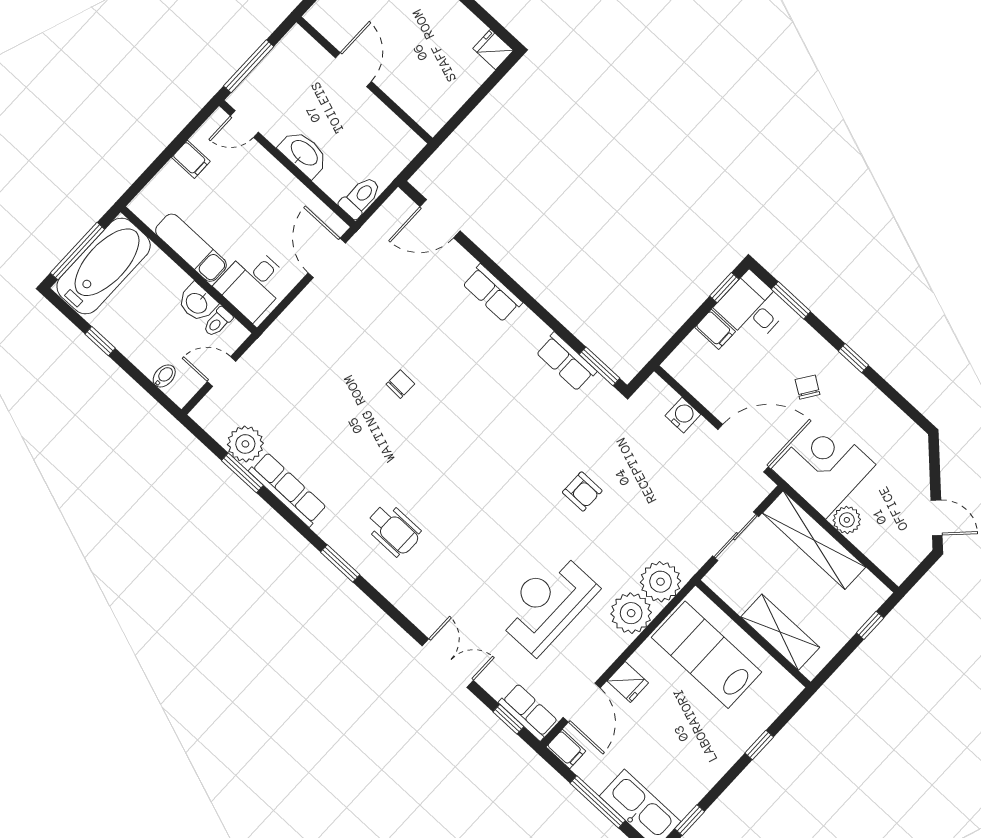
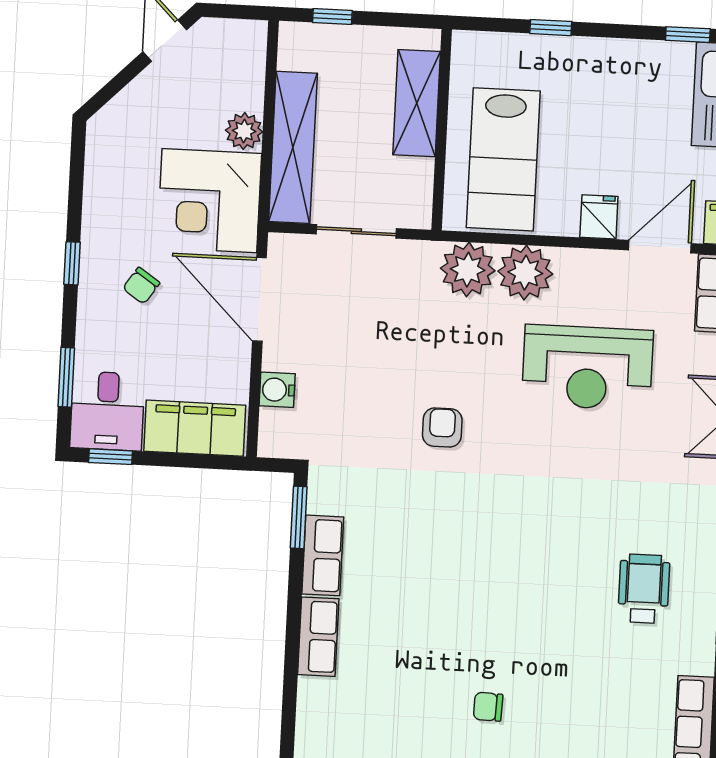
row of seats: (492, 293) -> (318, 637), moved
filing cabinet: (715, 329) -> (195, 428), width x3.00, depth x1.17

